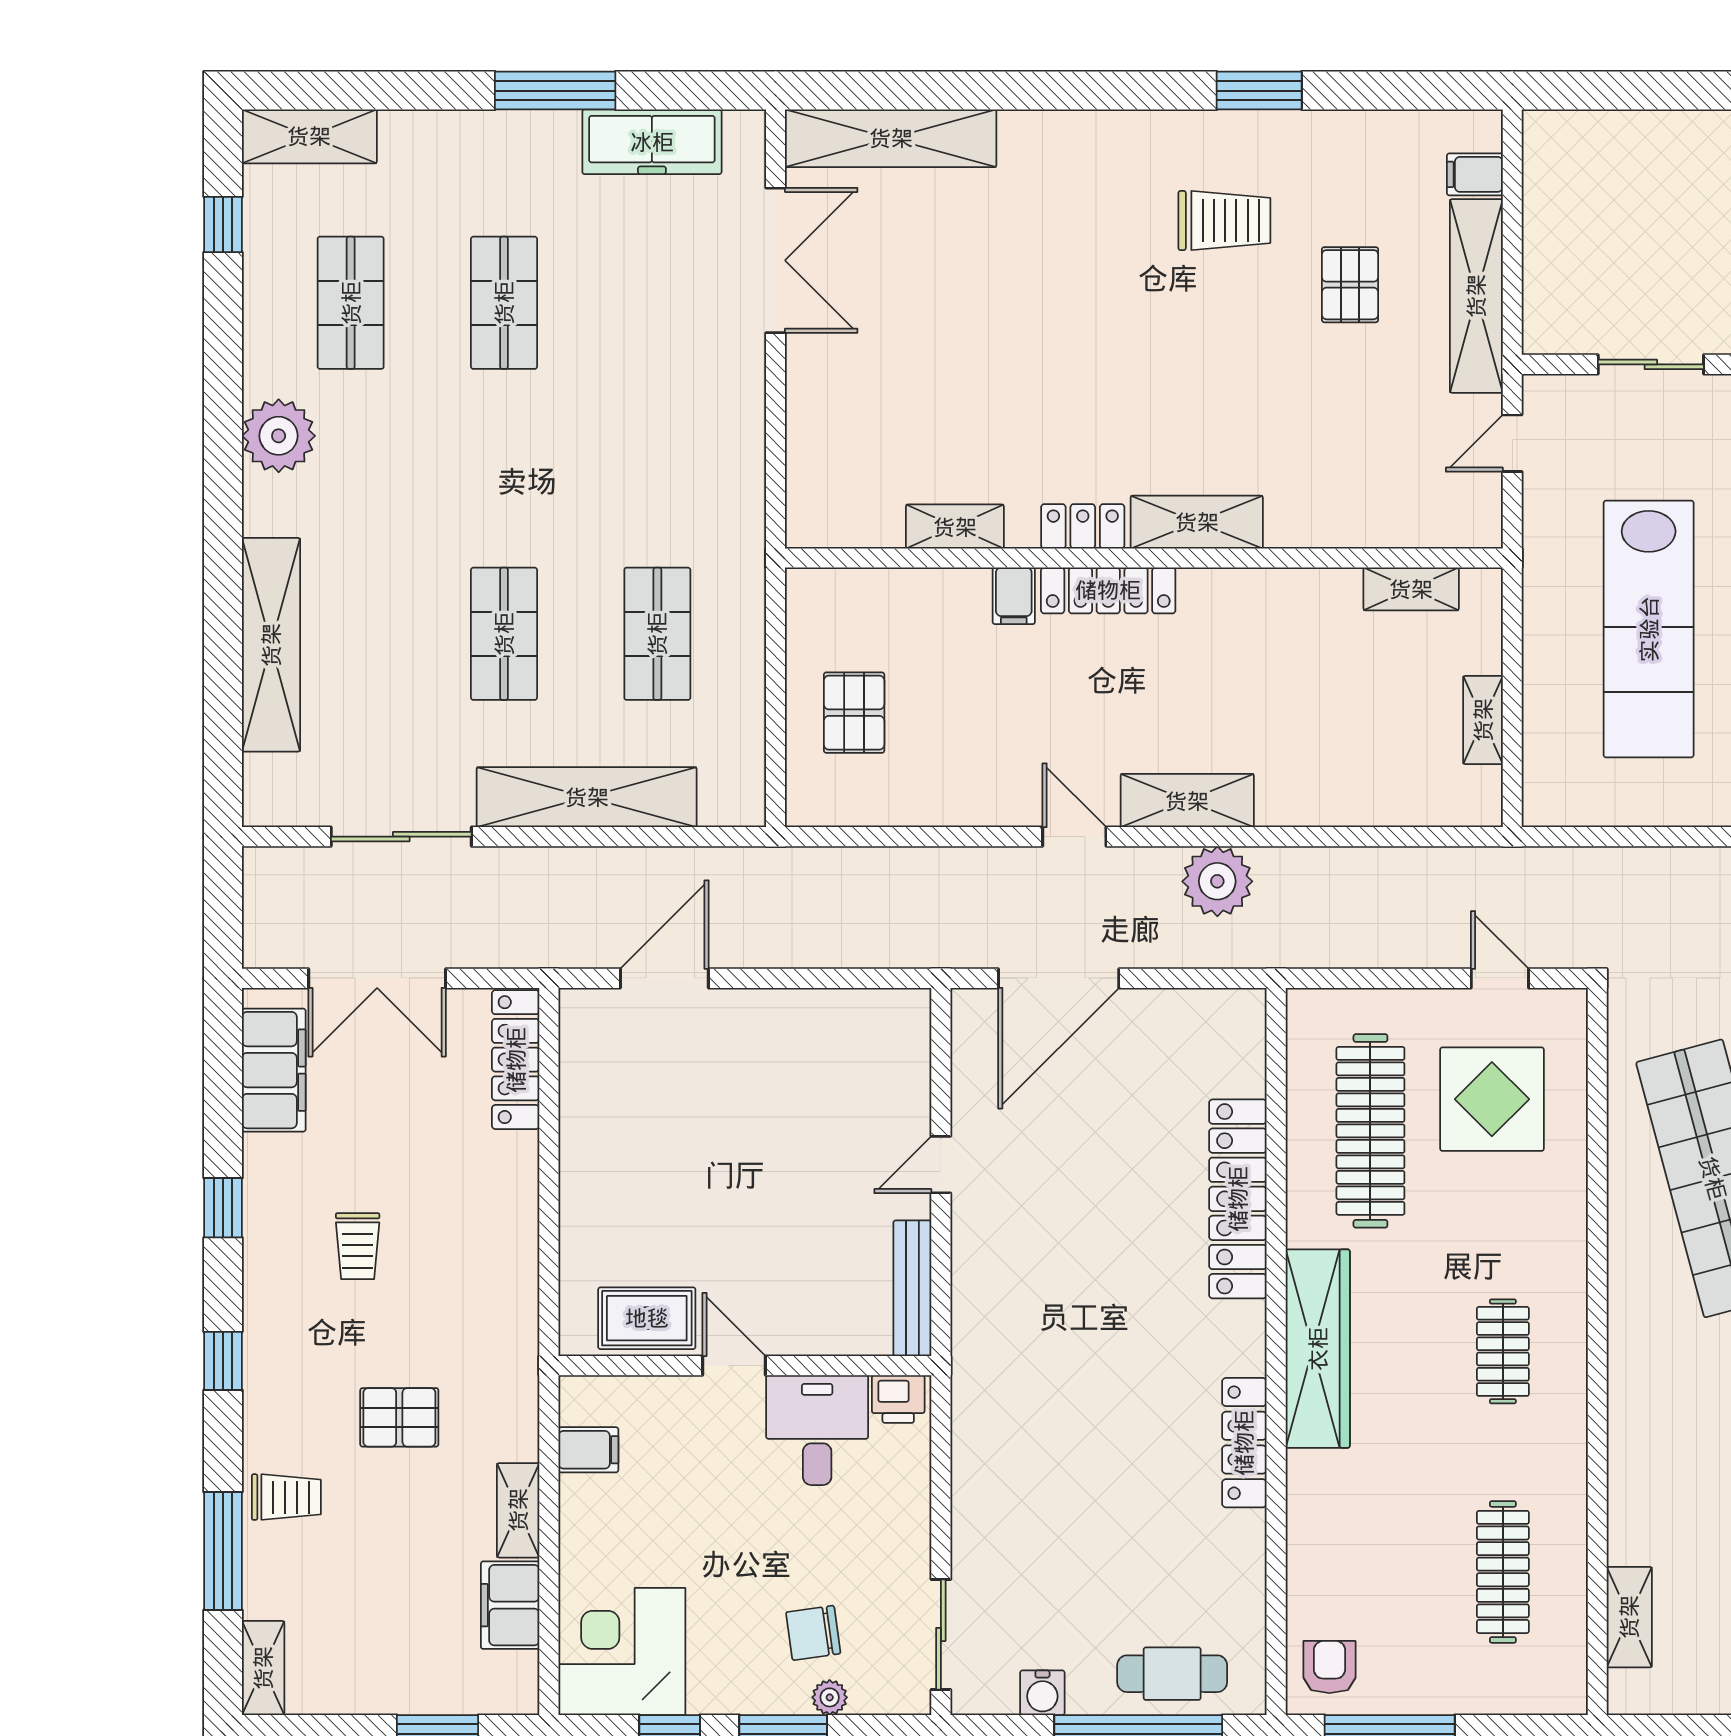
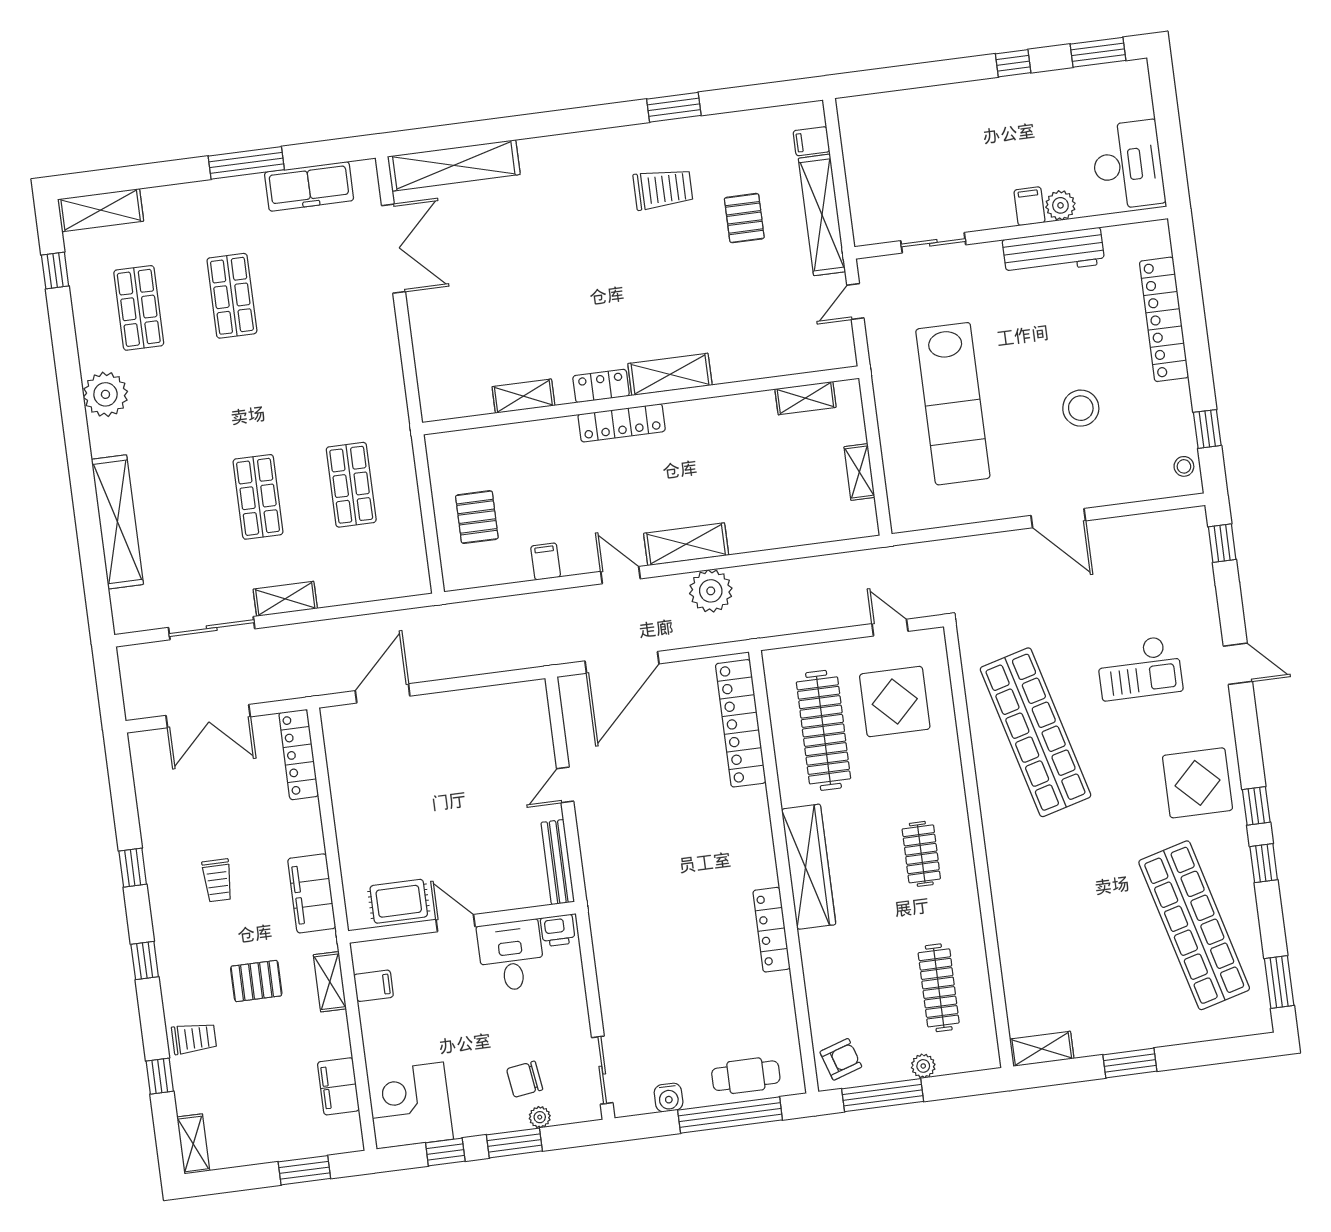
filing cabinet: (1014, 596) -> (546, 561), moved, turned 180
shelving: (587, 797) -> (285, 599), width x0.45, depth x0.75
filing cabinet: (274, 1070) -> (312, 893), moved, turned 180
locker: (1238, 1199) -> (741, 723), moved
shelving: (518, 1510) -> (330, 982), moved
window: (223, 1551) -> (160, 1076), width x0.46
shelving: (1629, 1617) -> (1042, 1049), moved, turned 90
armchair: (1329, 1667) -> (841, 1059), turned 72
plant: (1461, 1695) -> (923, 1066), added

